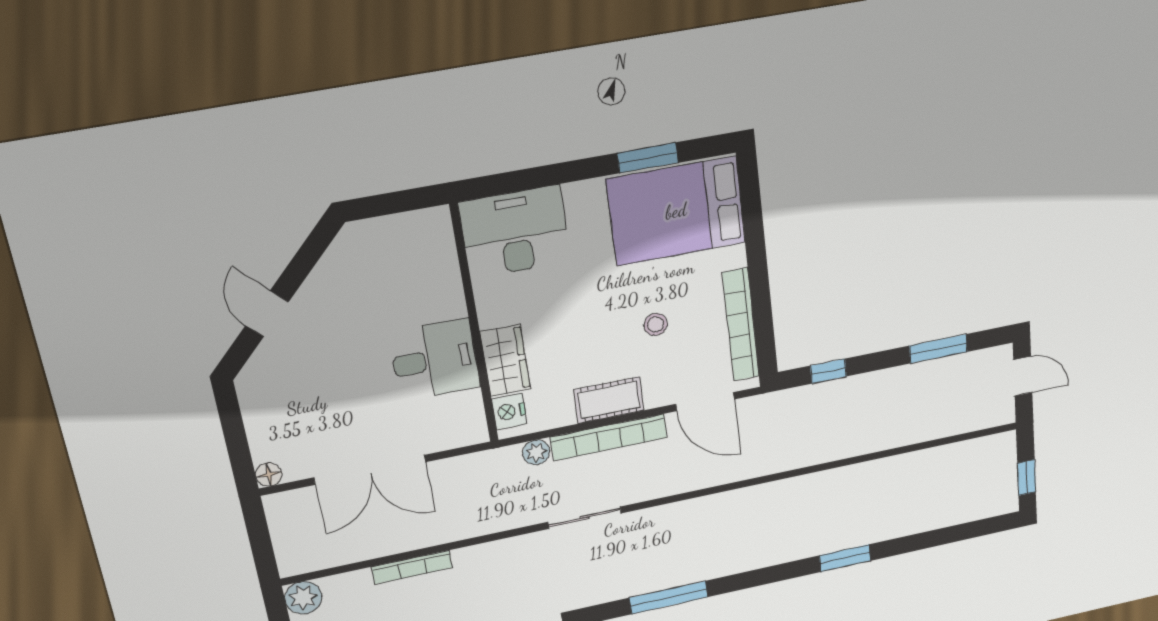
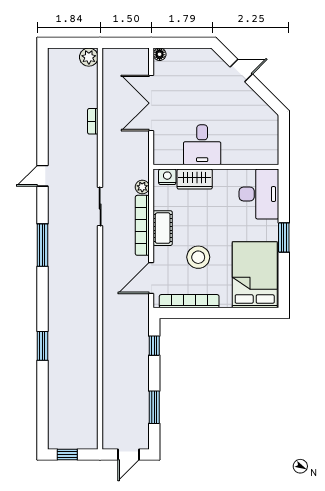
window: (648, 158) -> (284, 237), moved
stool: (656, 324) -> (198, 257), width x1.89, depth x1.89
bookcase: (412, 567) -> (93, 121), width x0.64

